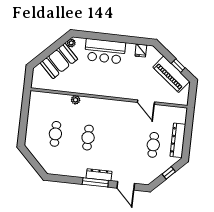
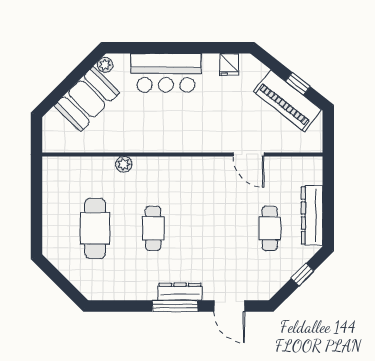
cafe table: (55, 134) -> (95, 228), width x1.37, depth x1.35

